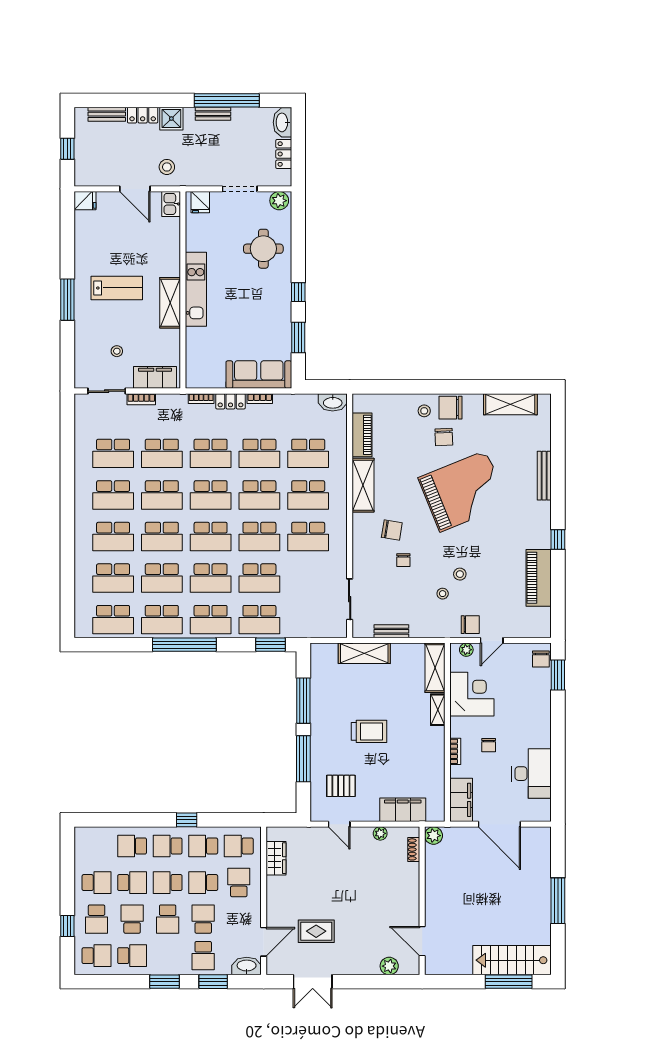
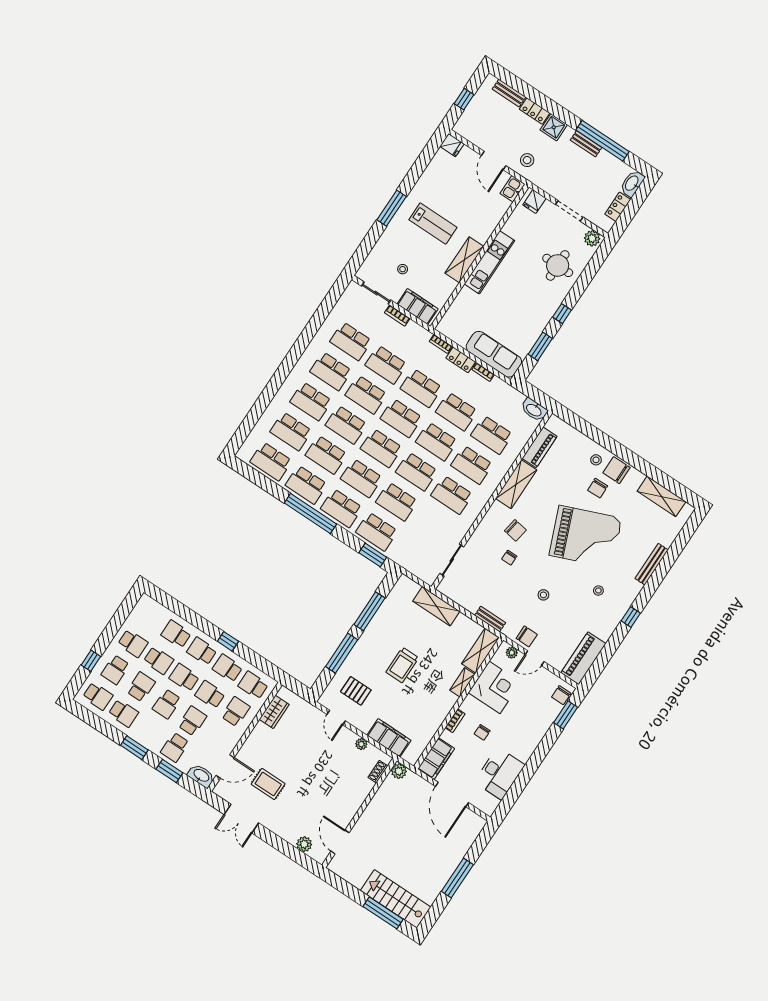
piano: (539, 578) -> (583, 658), moved
stool: (443, 594) -> (598, 591), moved
bench: (391, 631) -> (490, 619), moved
trolley: (369, 731) -> (402, 665), turned 90

